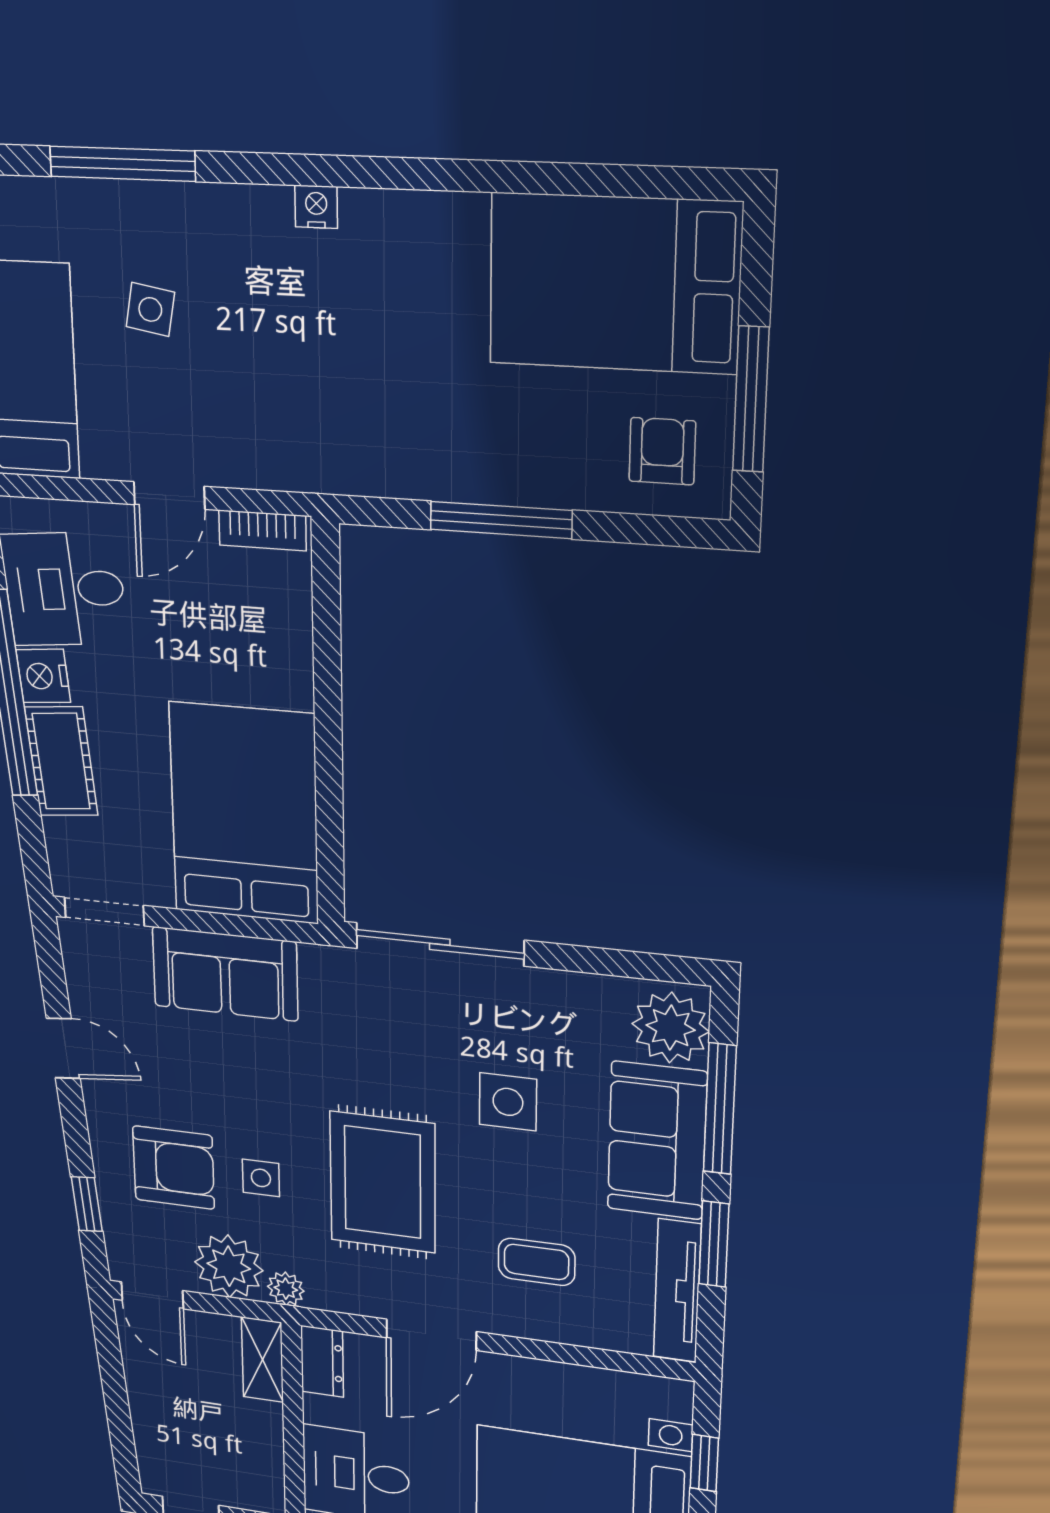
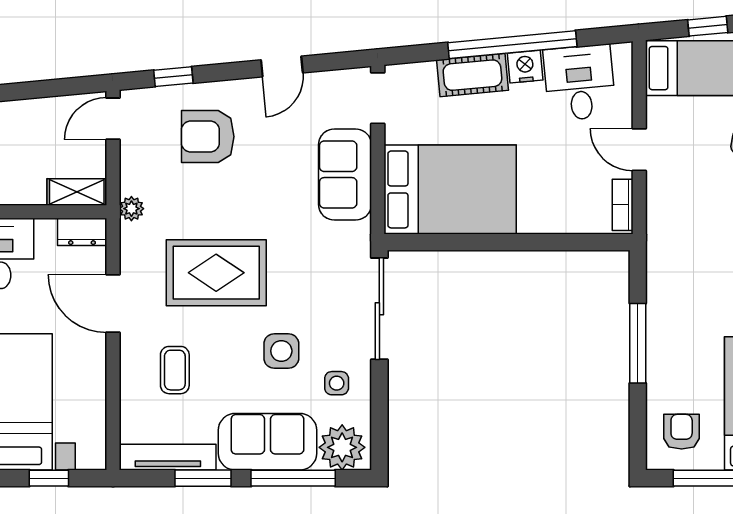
armchair: (662, 451) -> (682, 432), turned -90
armchair: (174, 1168) -> (208, 137), turned 90
side table: (261, 1178) -> (337, 383), moved
plant: (229, 1266) -> (142, 171), removed

